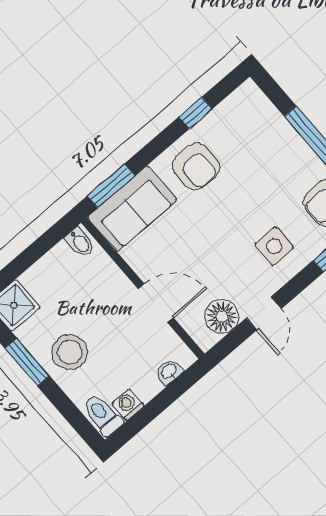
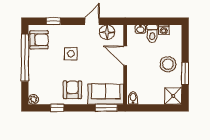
plant: (249, 92) -> (33, 99), added
side table: (274, 246) -> (71, 54), moved
toilet: (102, 415) -> (152, 34), moved

